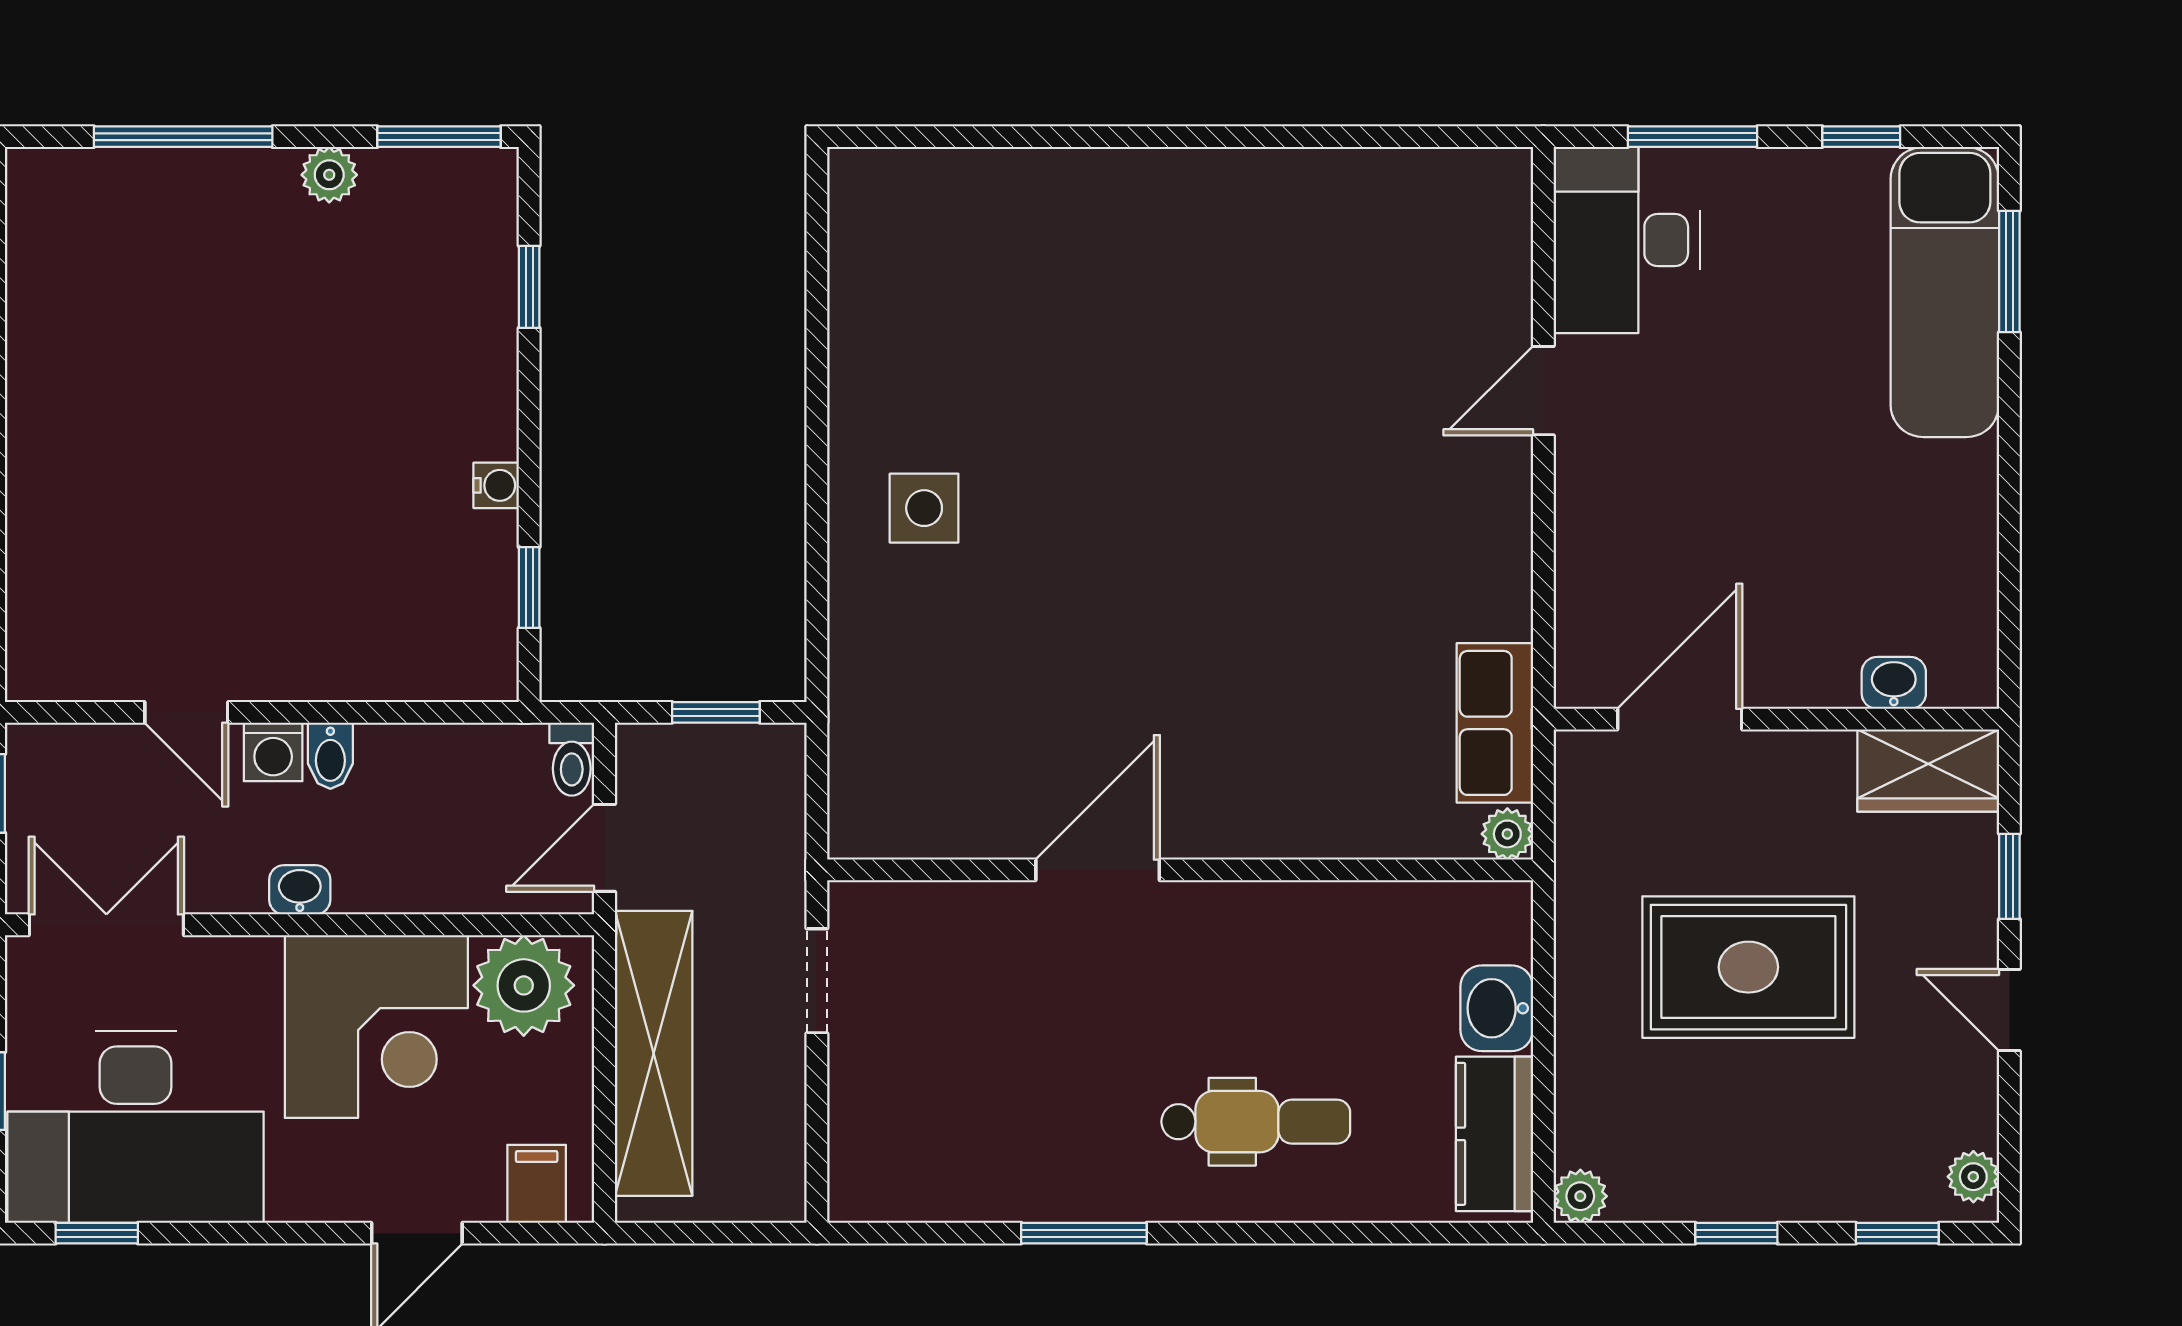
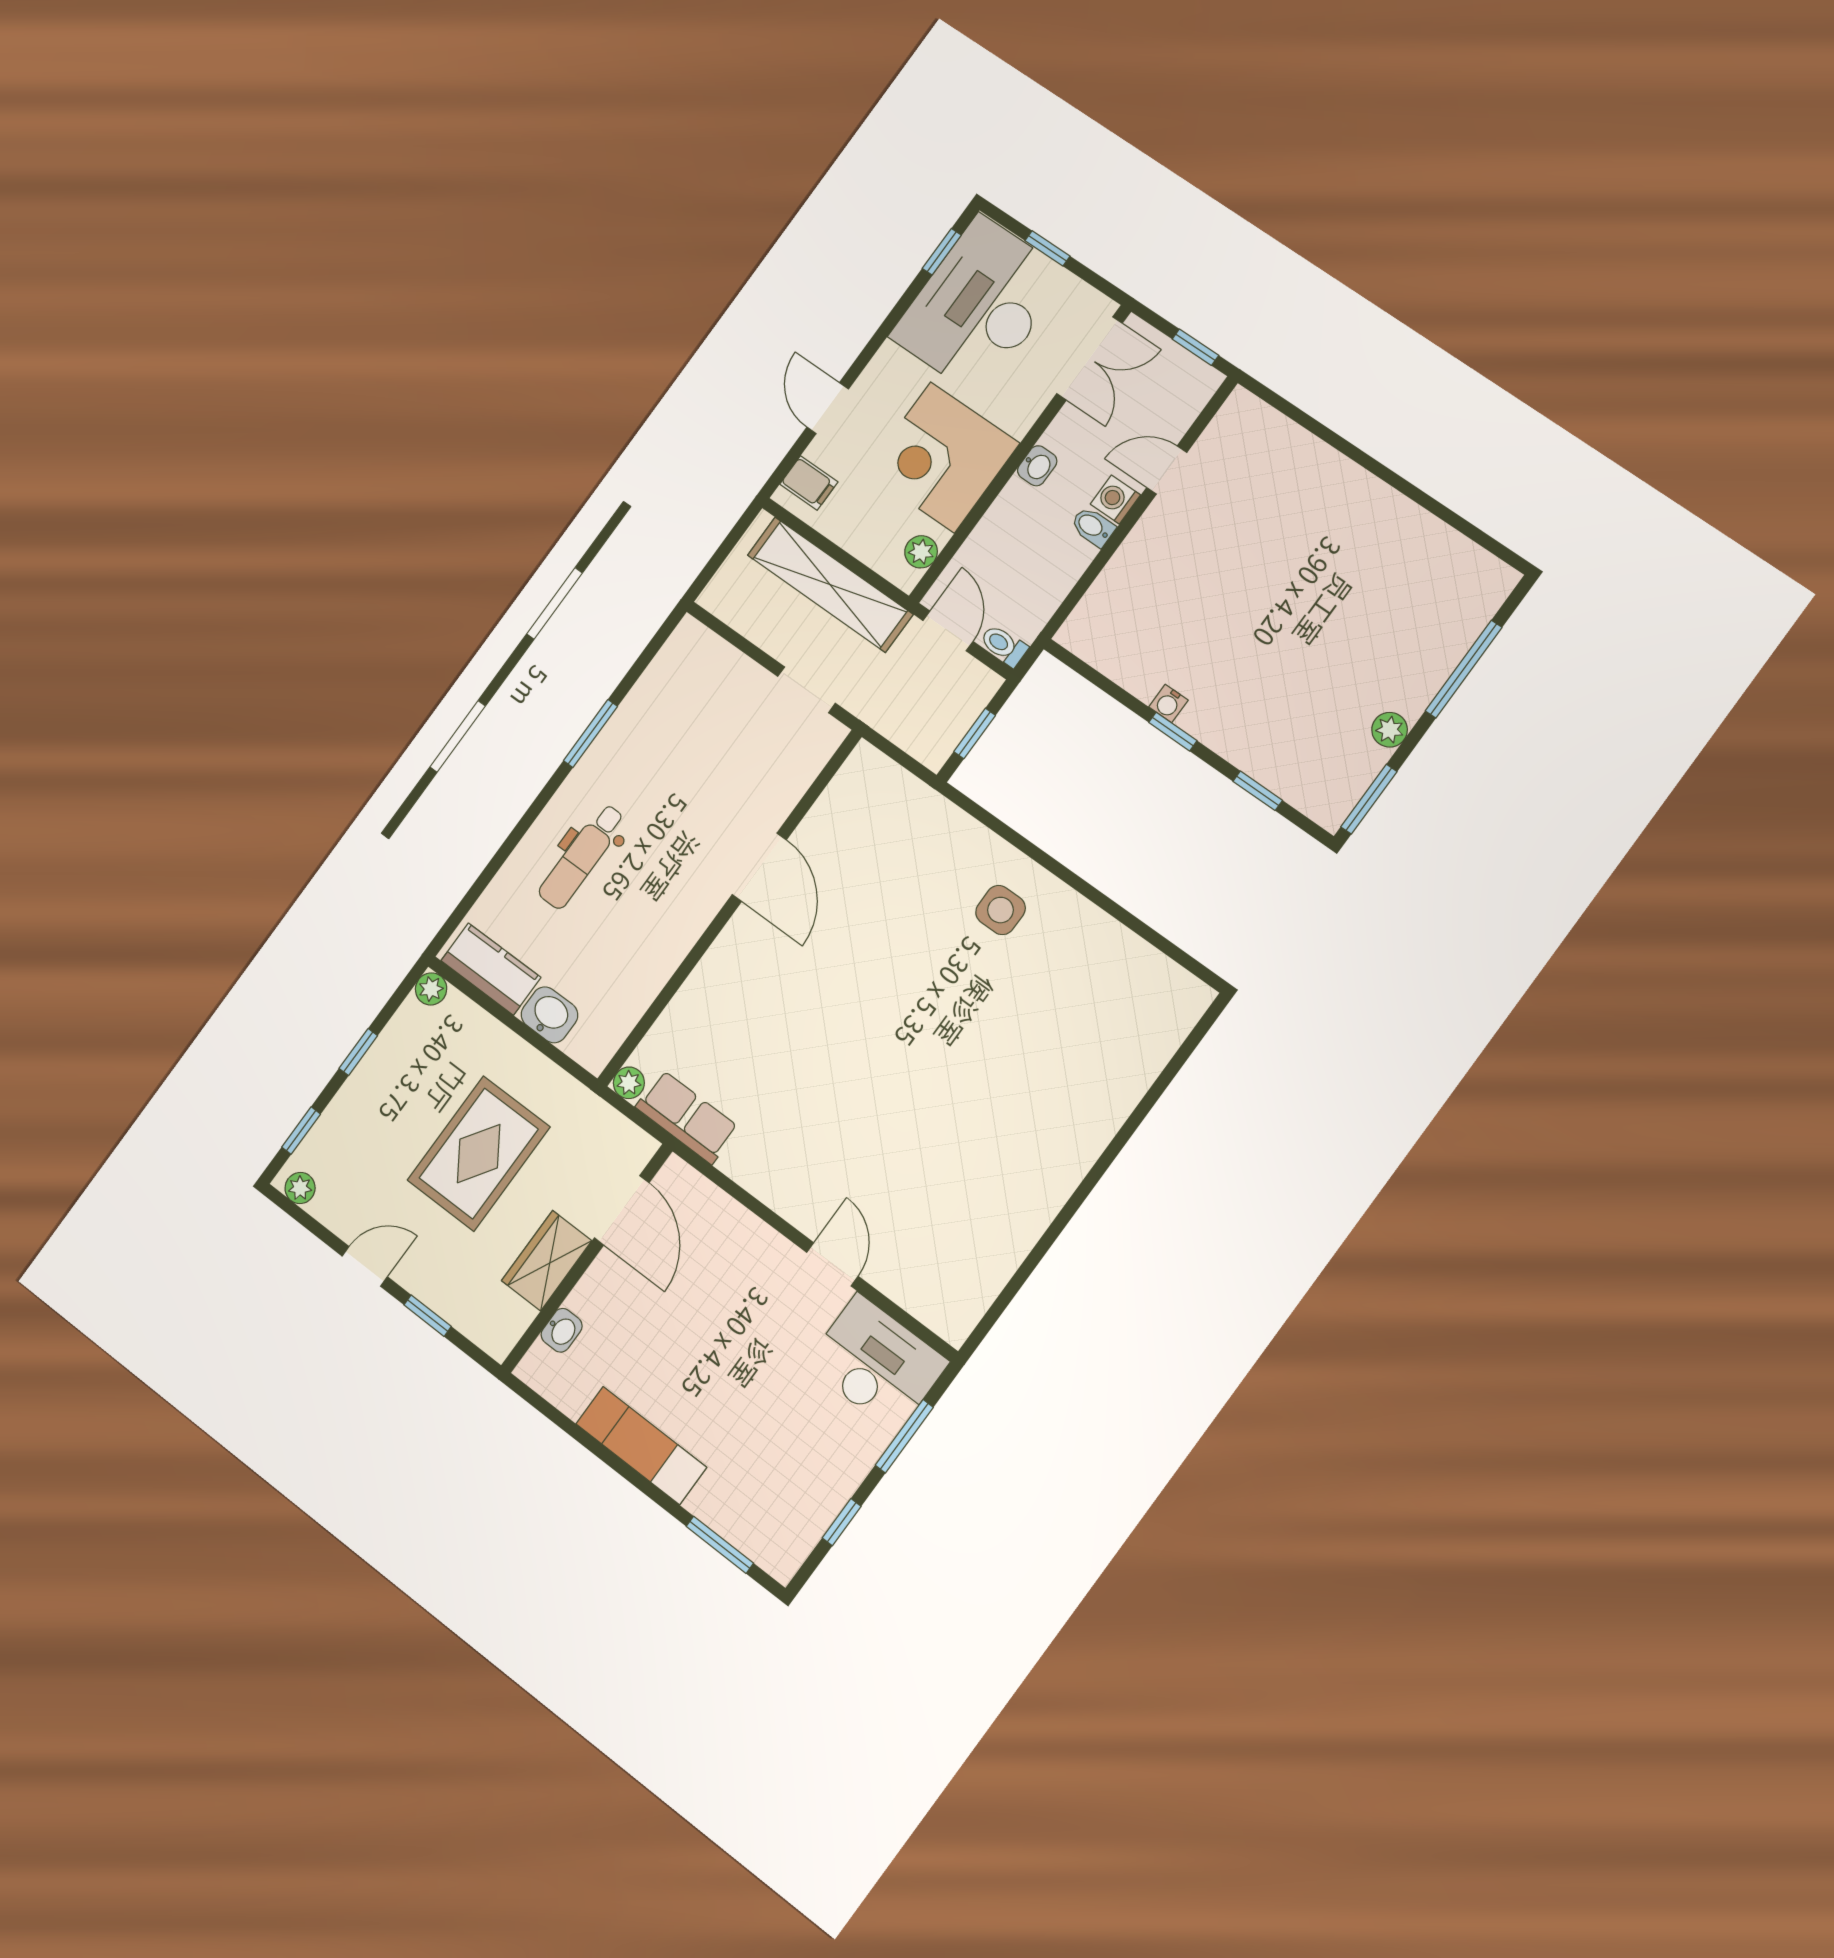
exam couch: (1945, 292) -> (641, 1445), moved, width x0.73, depth x0.69
window: (529, 587) -> (1173, 732), moved
wardrobe: (1928, 771) -> (547, 1261), moved
plant: (524, 985) -> (921, 552), width x0.53, depth x0.53

